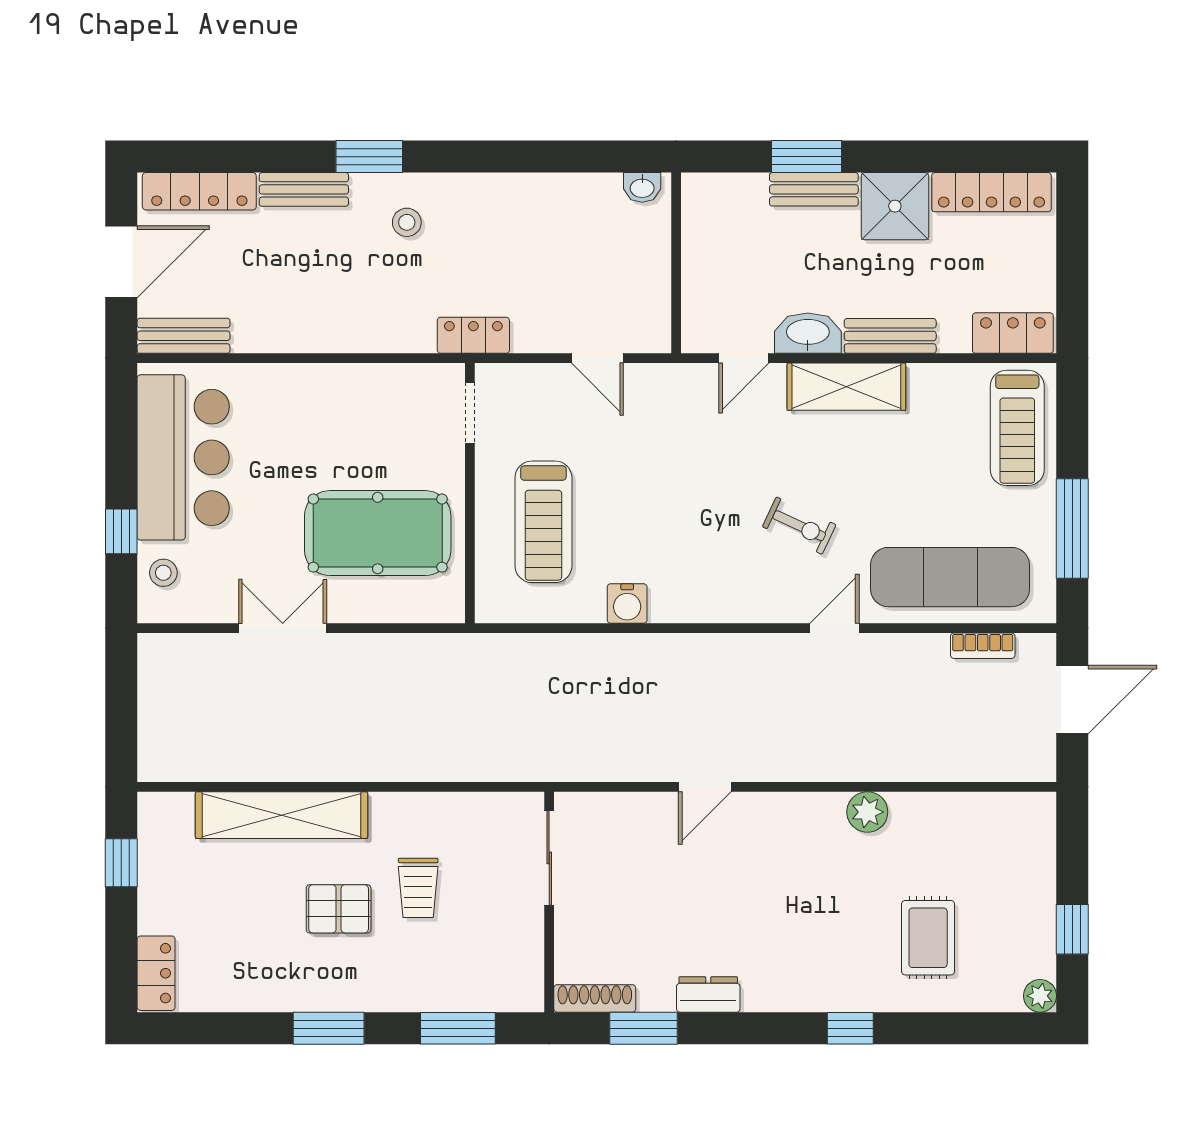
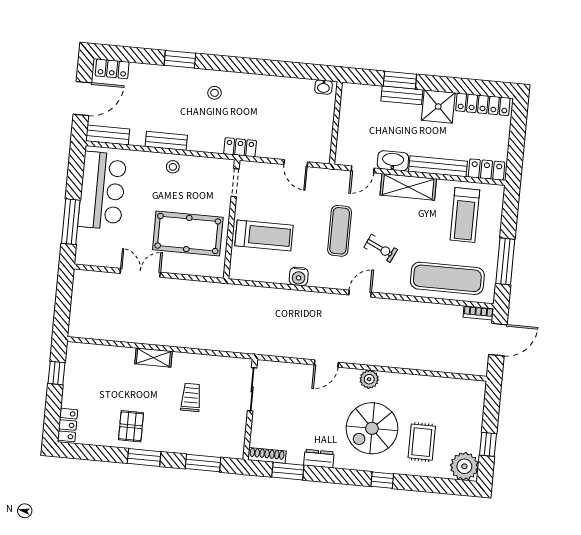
window: (369, 157) -> (180, 59), moved
bench: (304, 189) -> (166, 141), moved
locker: (199, 191) -> (112, 69), width x0.66
bench: (890, 336) -> (438, 166), width x1.36
treadmill: (1017, 428) -> (465, 215), moved
exercise mat: (706, 496) -> (340, 231), added
treadmill: (543, 522) -> (264, 236), turned -90
window: (121, 531) -> (71, 222), width x2.17
stool: (163, 573) -> (173, 167), moved
door: (834, 628) -> (360, 294), moved
bookcase: (983, 646) -> (478, 313), moved
plant: (867, 812) -> (369, 379), moved
shelving: (282, 815) -> (153, 358), width x0.45, depth x0.75
trolley: (418, 888) -> (191, 397), turned 180
pallet: (339, 909) -> (131, 426), moved, turned 90
spiral stairs: (817, 918) -> (372, 428), added
plant: (1040, 996) -> (464, 466), width x1.88, depth x1.88

